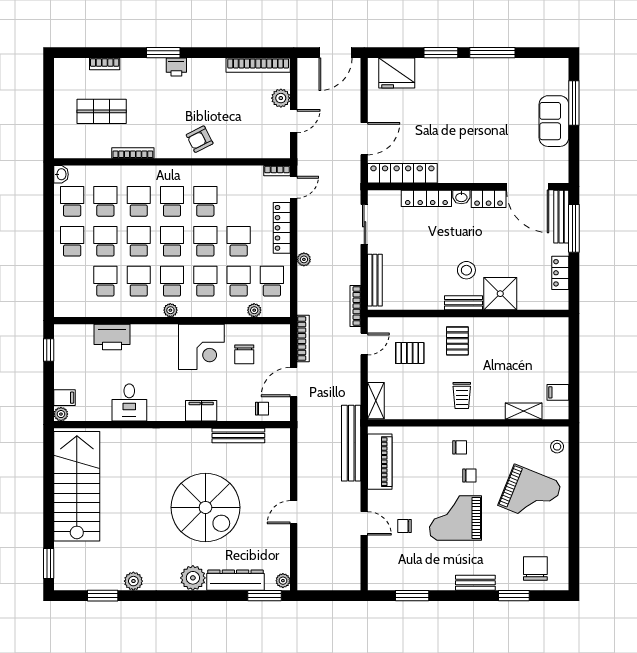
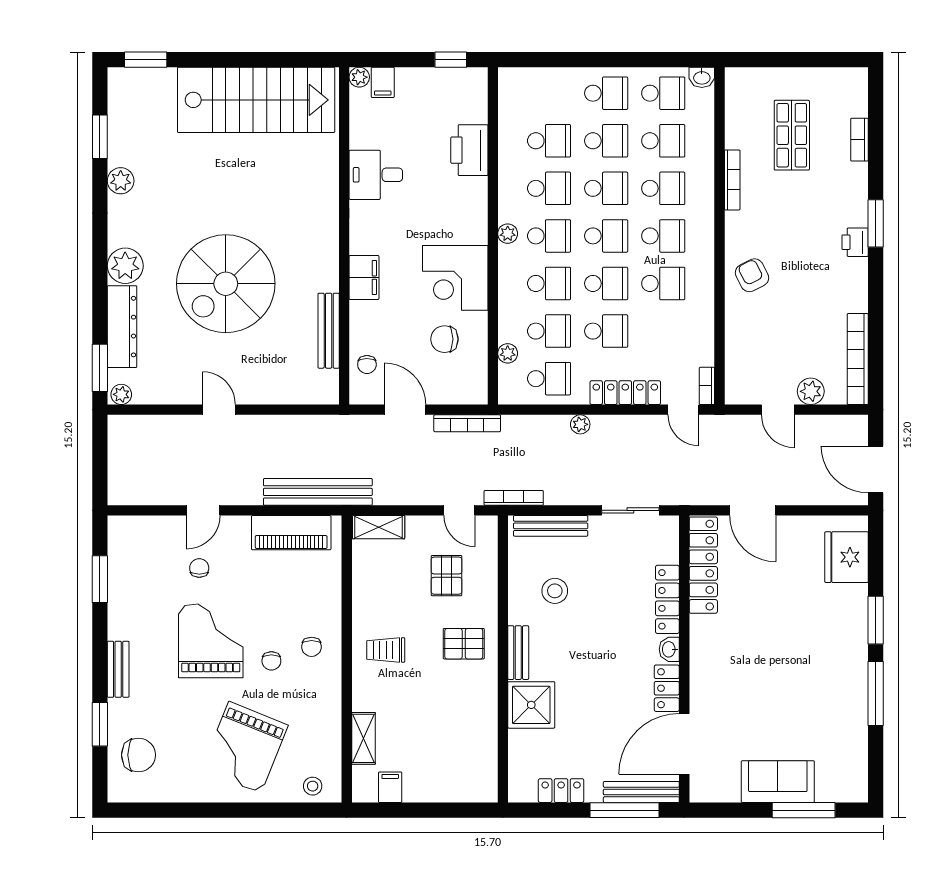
stool: (466, 270) -> (555, 591), moved

